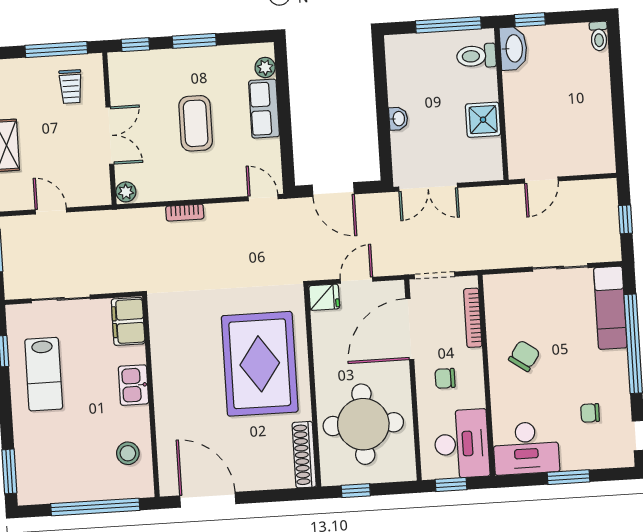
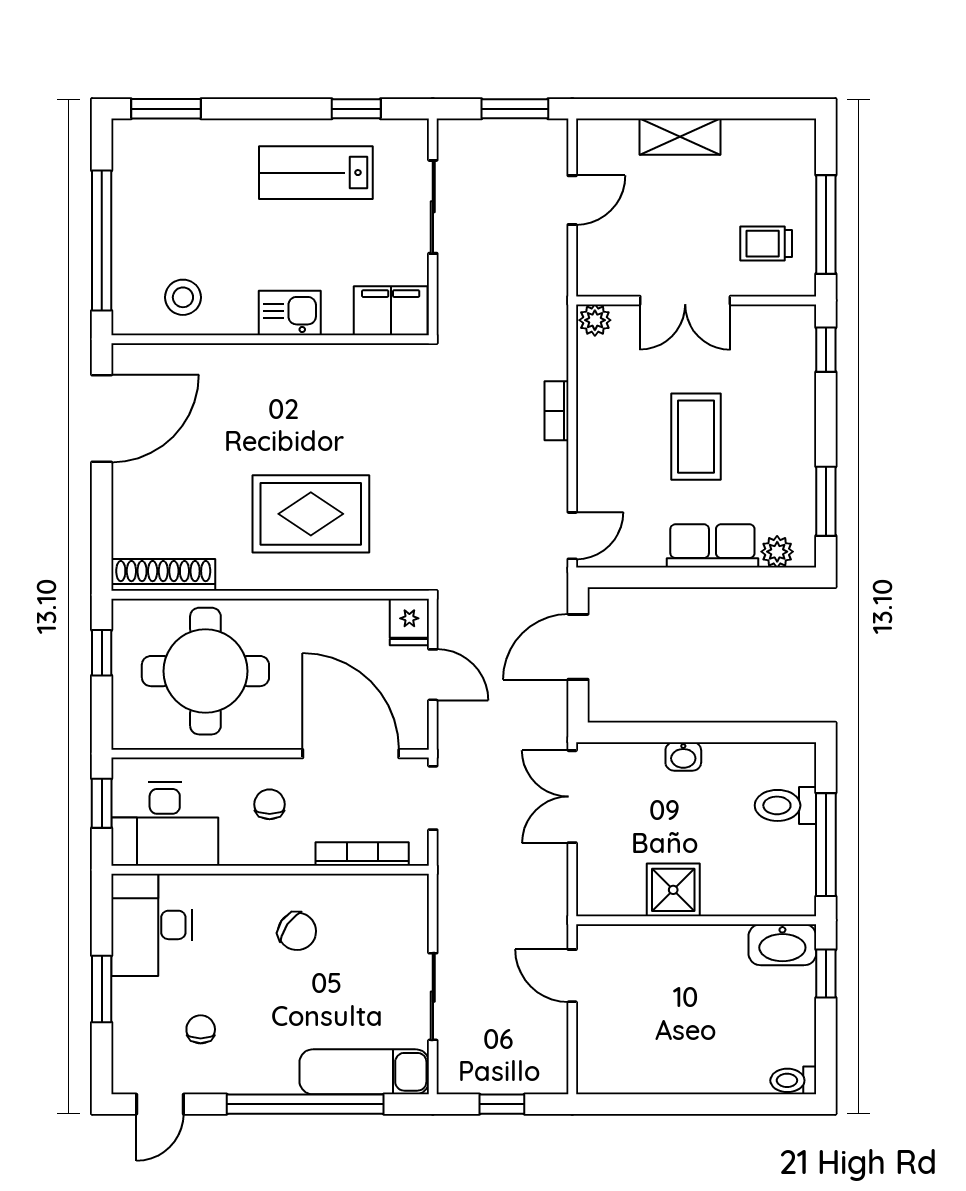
window: (194, 41) -> (826, 501), moved
toilet: (476, 56) -> (786, 805), moved, turned -90
coffee table: (196, 123) -> (696, 437), turned 90
rug: (260, 364) -> (311, 514), width x0.73, depth x0.69

